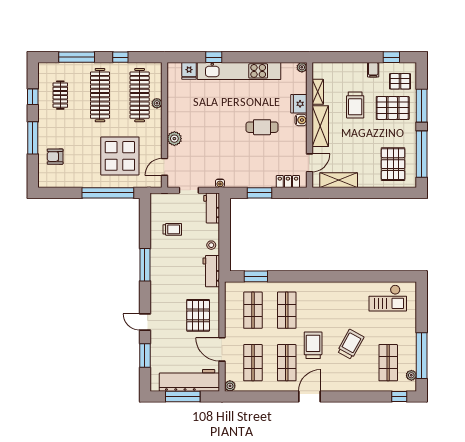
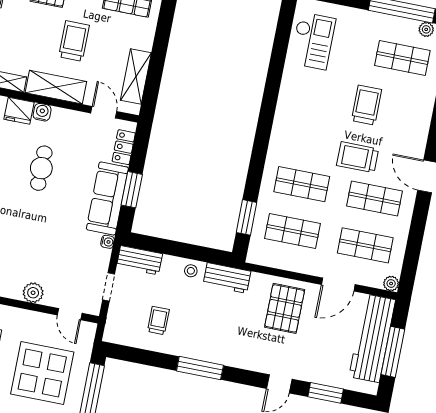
trolley: (355, 105) -> (74, 41), moved, turned -90
sofa: (250, 177) -> (107, 198), added
pallet: (198, 315) -> (285, 308), turned 90
trolley: (351, 344) -> (367, 105), turned 61

